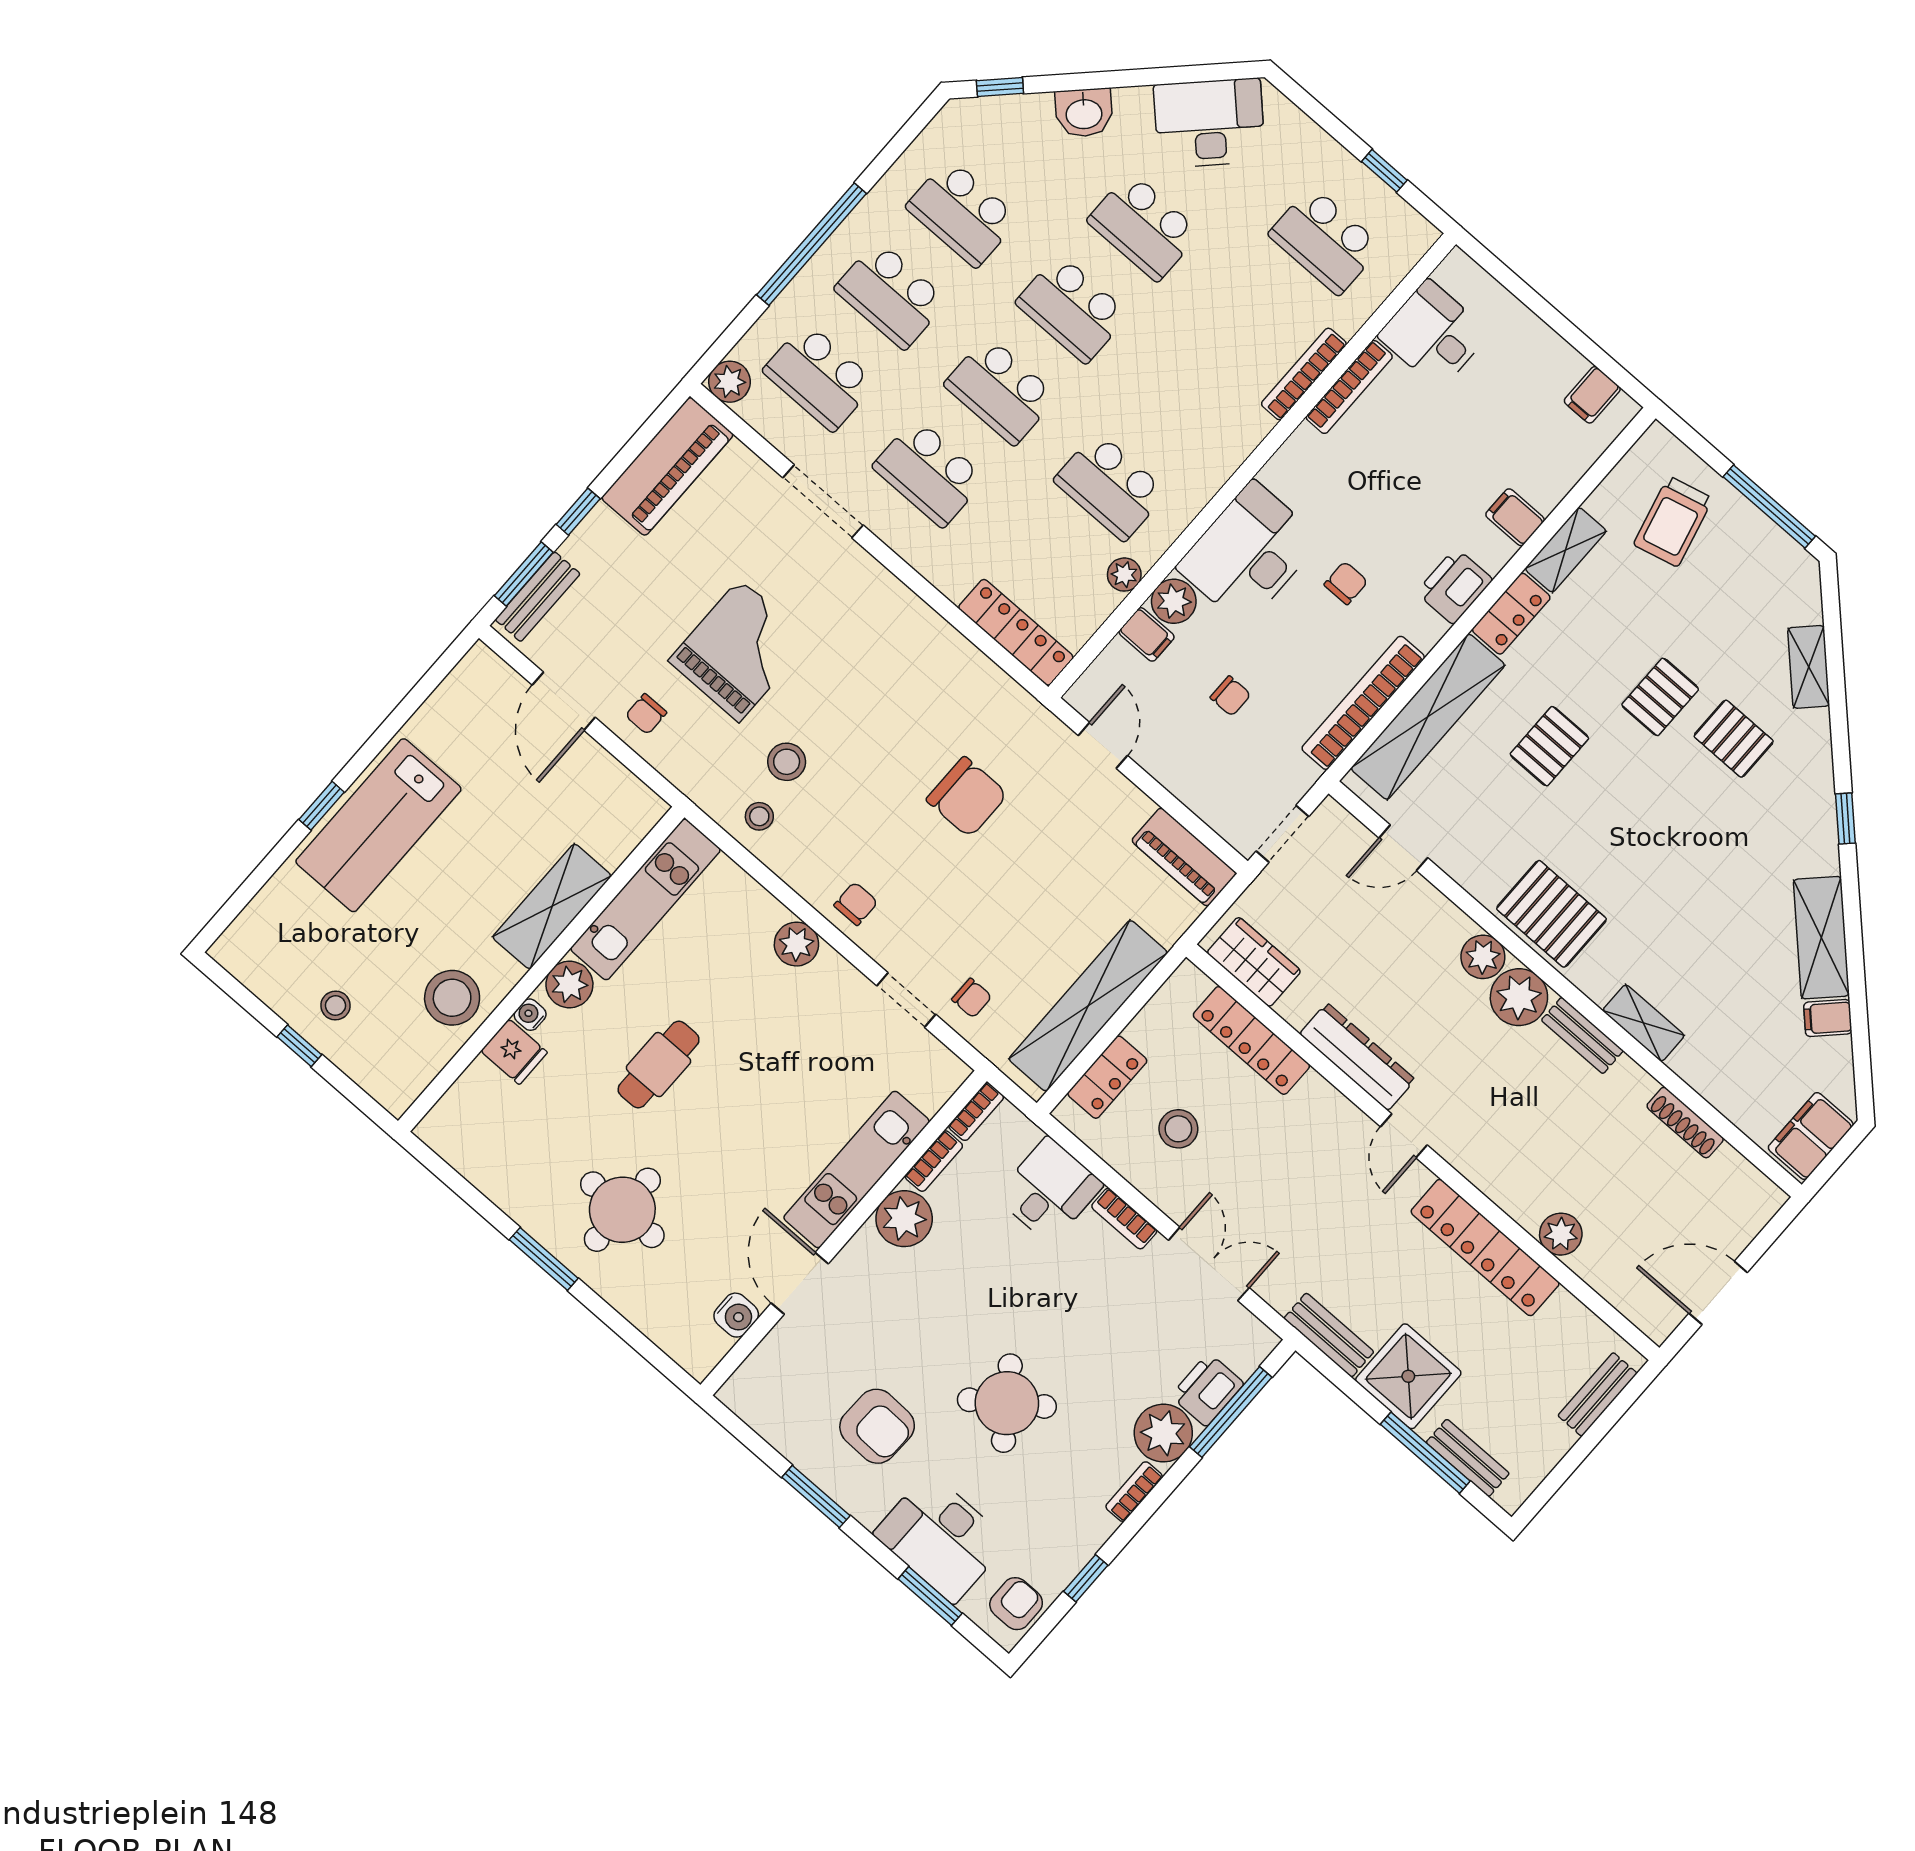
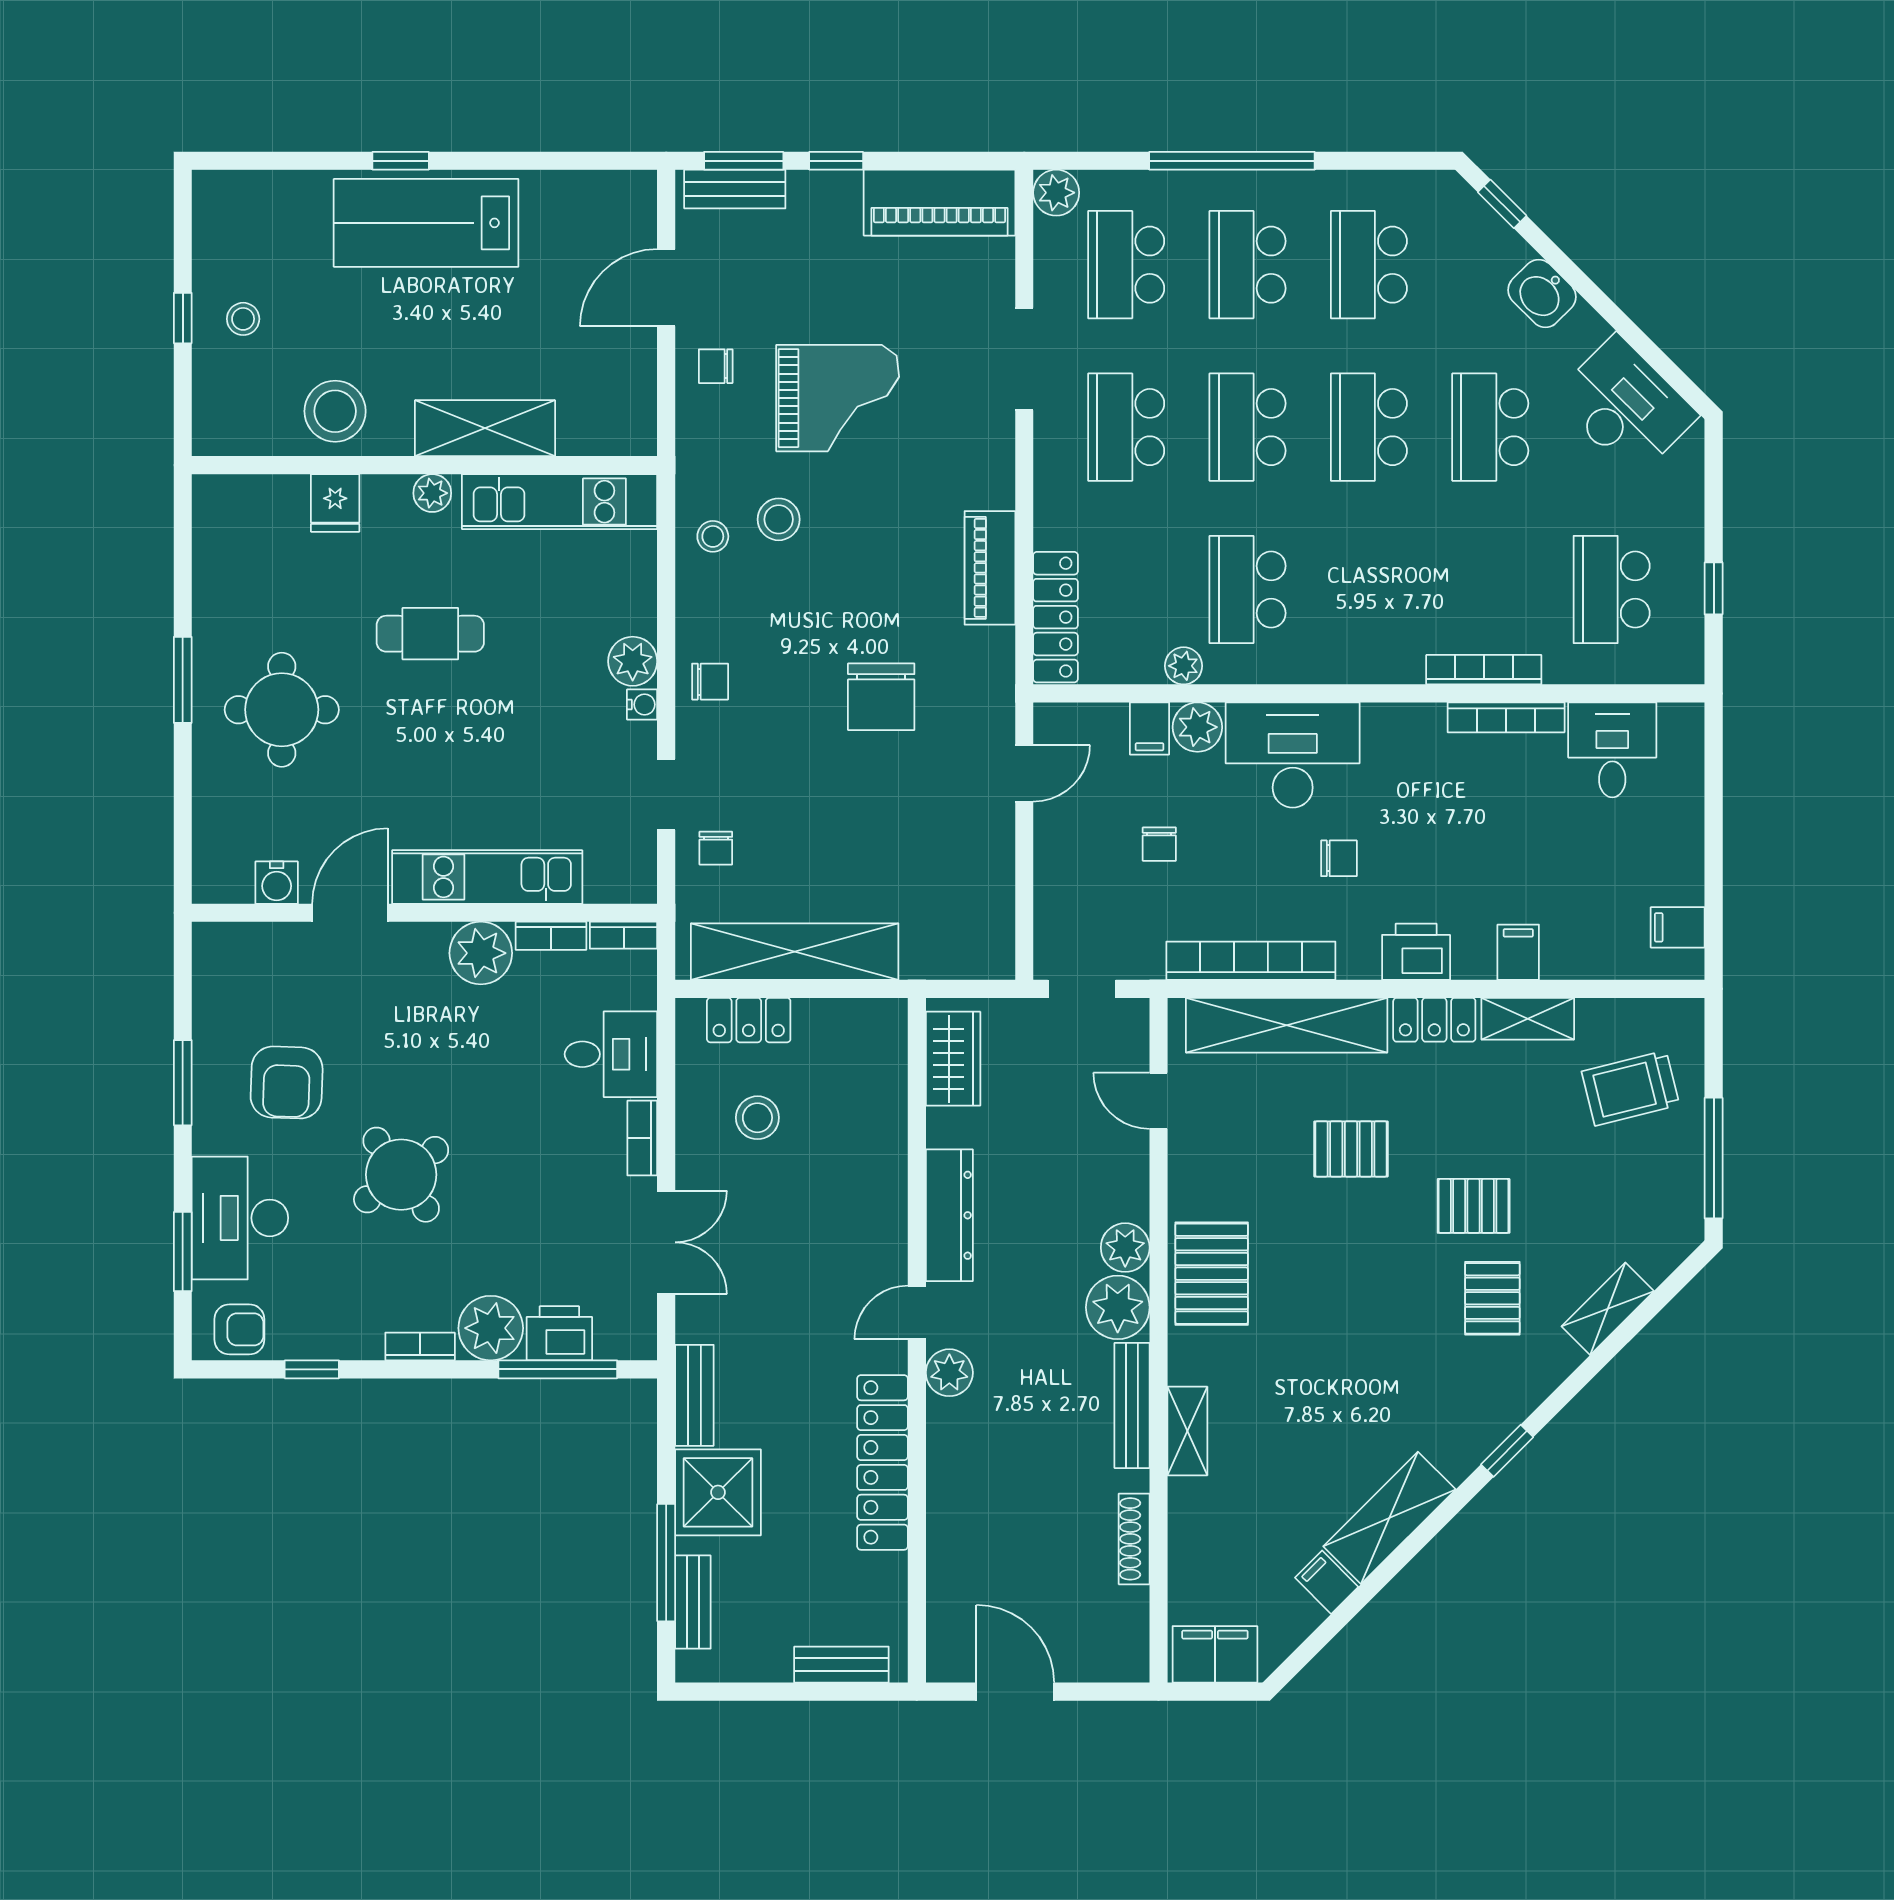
piano: (1184, 857) -> (990, 568), moved
plant: (569, 985) -> (432, 493), width x0.73, depth x0.73
water cooler: (530, 1015) -> (642, 705), moved, turned 90
bench: (1582, 1035) -> (1132, 1405), width x1.36
locker: (1251, 1040) -> (885, 1114), removed
plant: (1561, 1234) -> (949, 1373), moved

